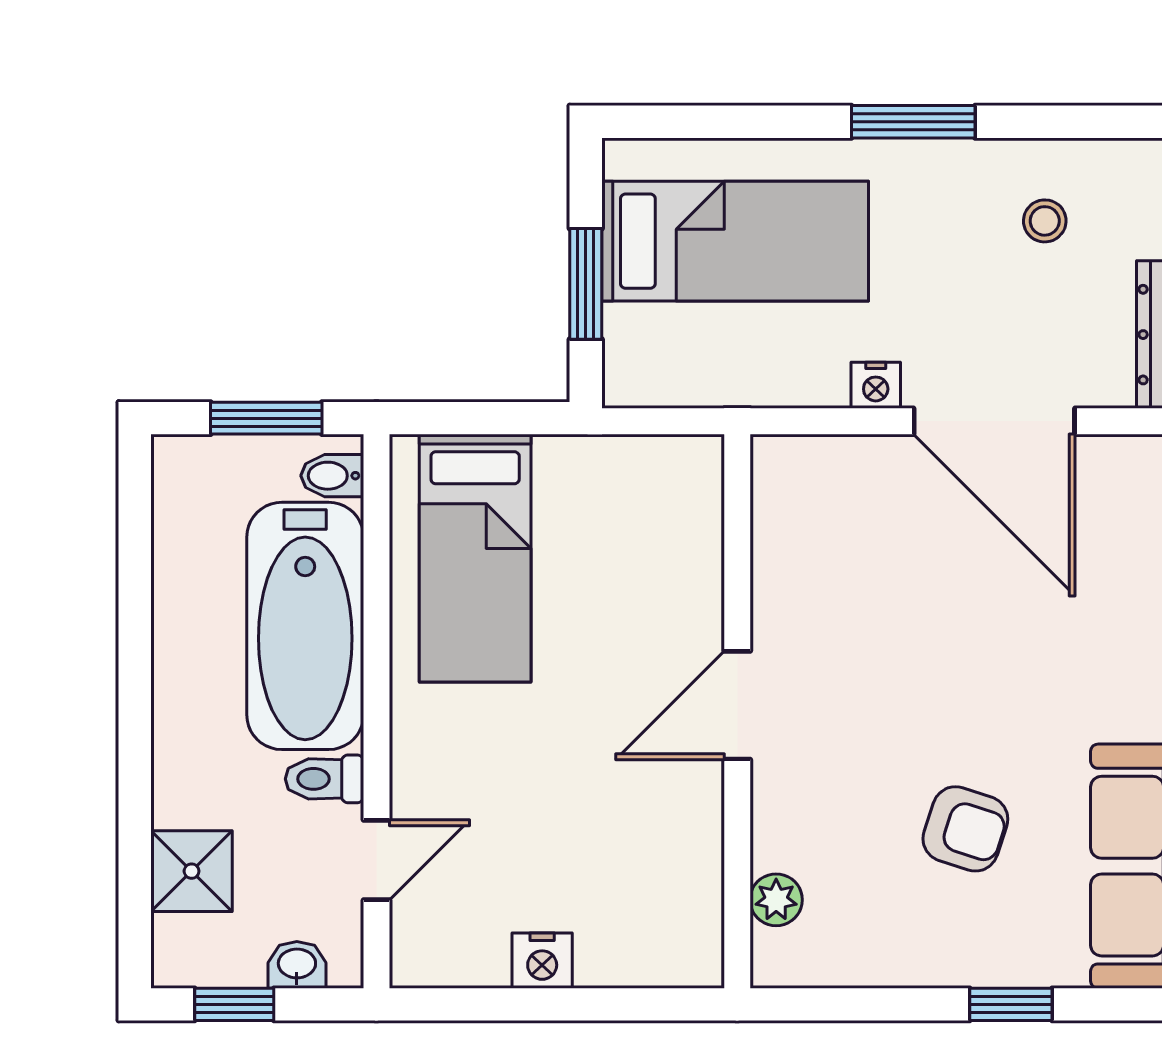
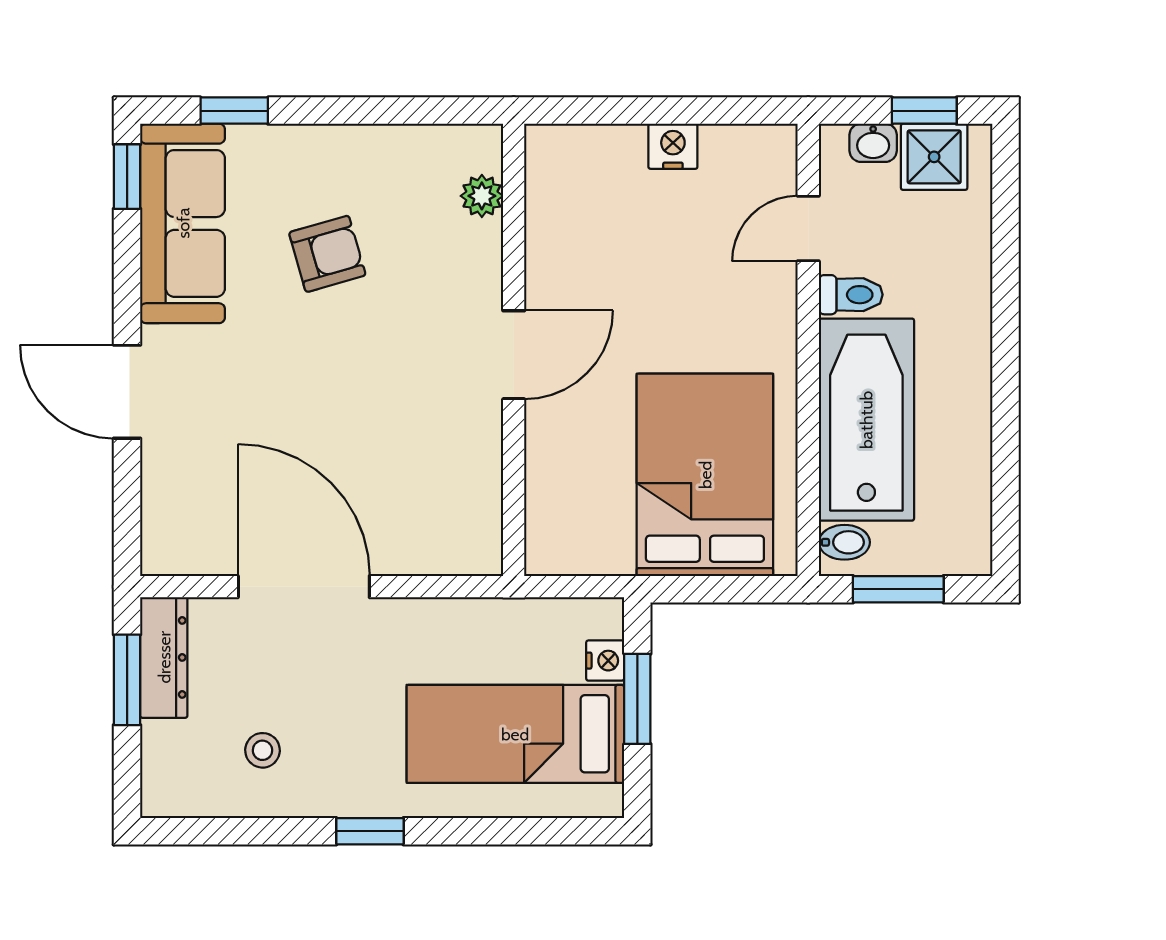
window: (913, 122) -> (370, 831), width x0.67
nightstand: (876, 385) -> (605, 661), moved, turned 90
bed: (475, 558) -> (705, 475), width x1.50
armchair: (965, 829) -> (327, 254), turned 146
shower: (192, 871) -> (934, 157), moved
window: (1011, 1004) -> (234, 111), moved

